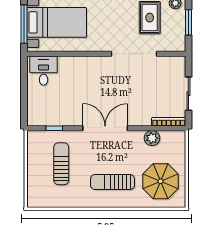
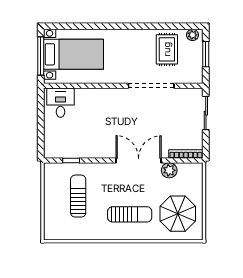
sliding door: (188, 94) -> (206, 113), moved
double door: (105, 128) -> (139, 160), moved
sun lounger: (113, 182) -> (130, 214), turned 180

